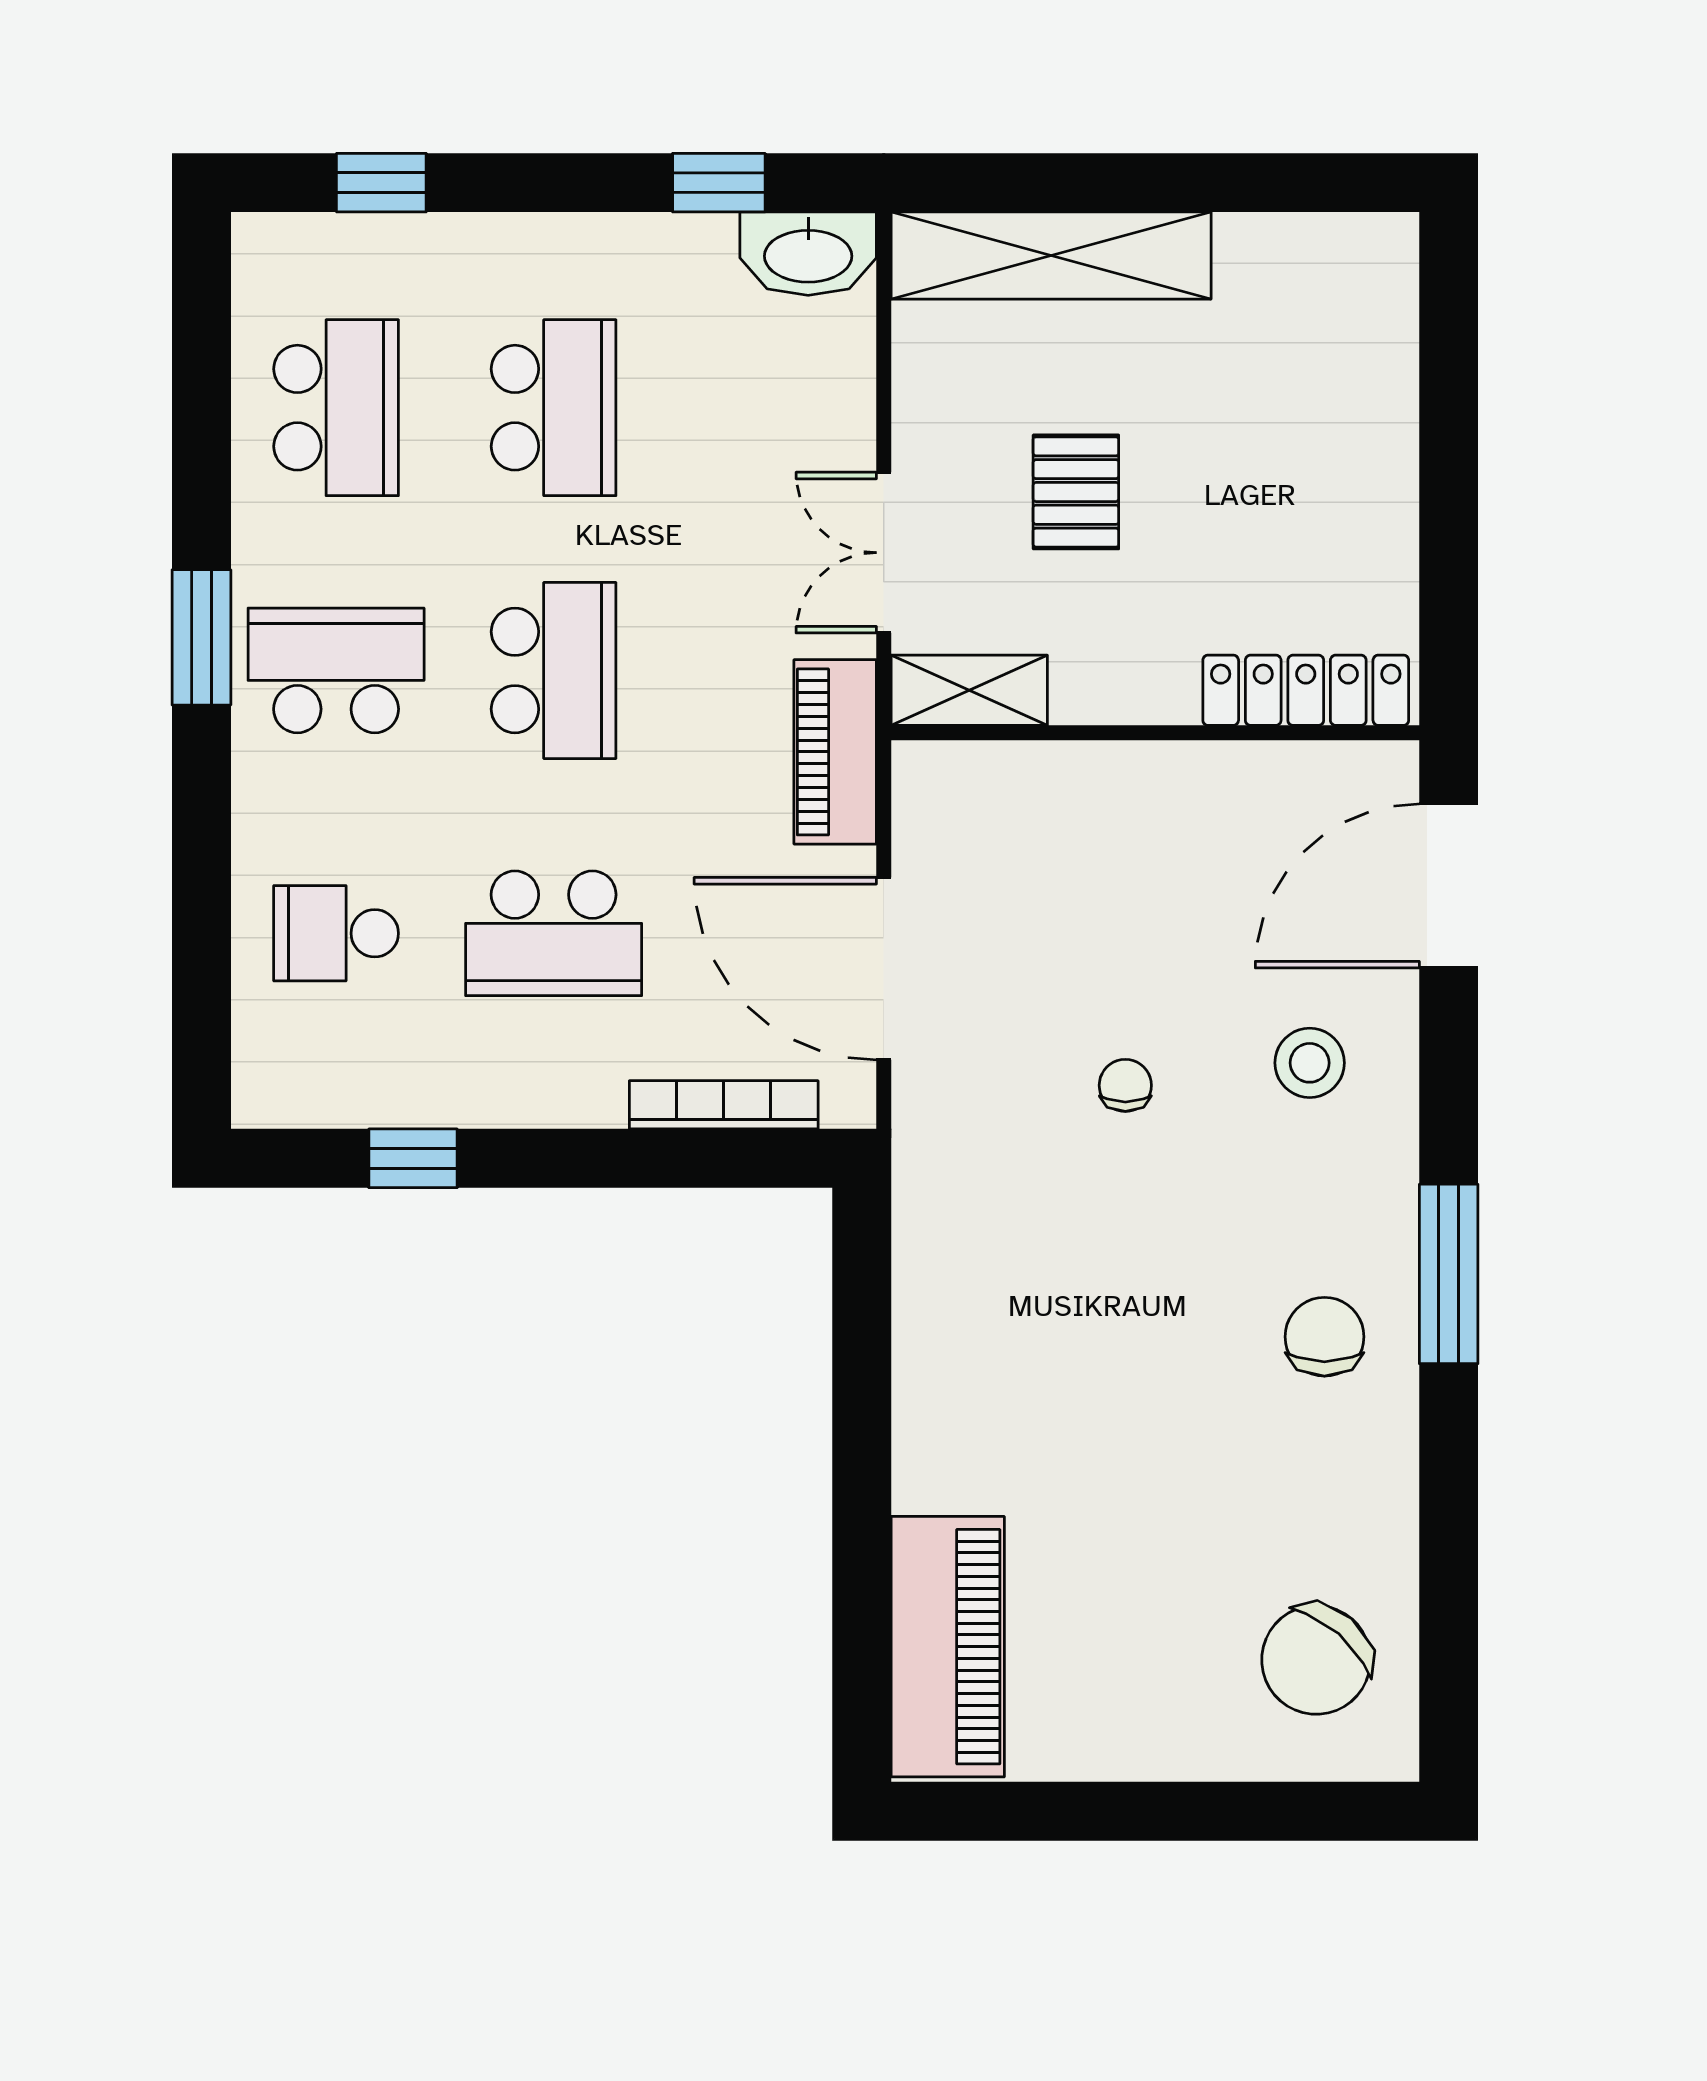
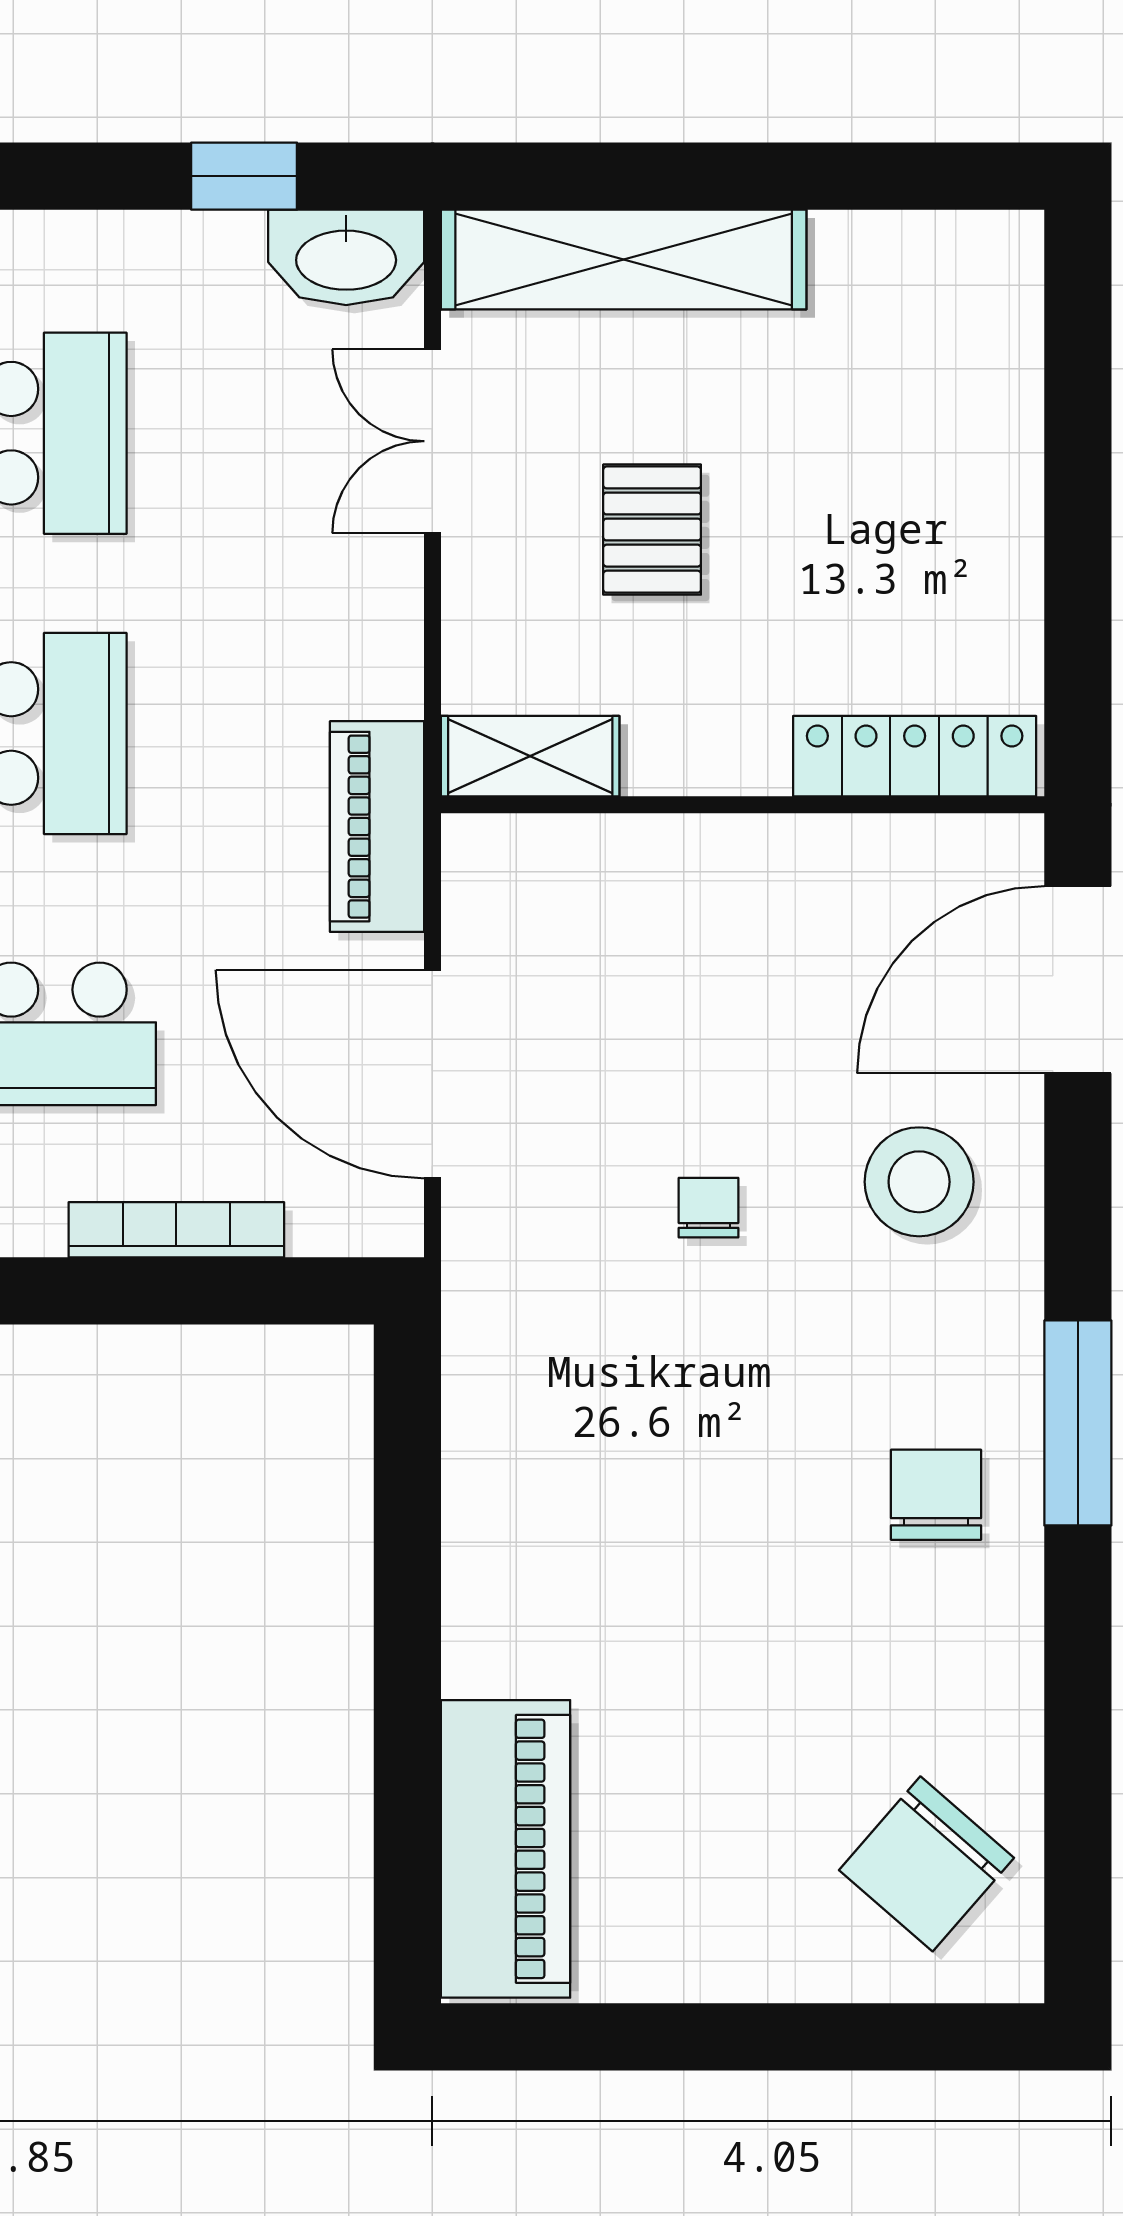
double door: (884, 553) -> (432, 441), moved
stool: (1310, 1063) -> (919, 1182), width x1.38, depth x1.38
bookcase: (724, 1105) -> (176, 1230), moved

